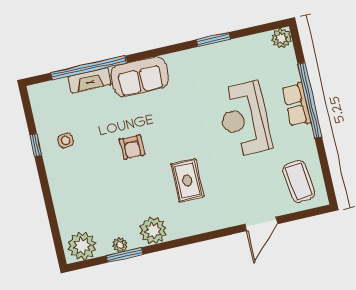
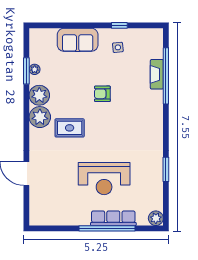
sofa: (140, 77) -> (78, 40), moved, turned -90
row of seats: (297, 105) -> (113, 218), width x1.48
reception desk: (244, 119) -> (104, 179), turned 180
coffee table: (299, 181) -> (51, 207), removed
plant: (82, 246) -> (40, 117), moved

